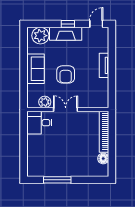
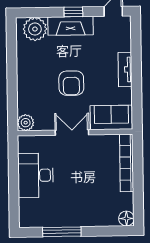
sofa: (35, 69) -> (111, 117), moved, turned -90
plant: (45, 102) -> (26, 123), moved
desk: (39, 123) -> (36, 175), moved, width x1.37
floor lamp: (103, 159) -> (126, 219), moved

